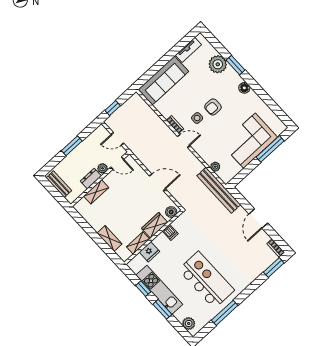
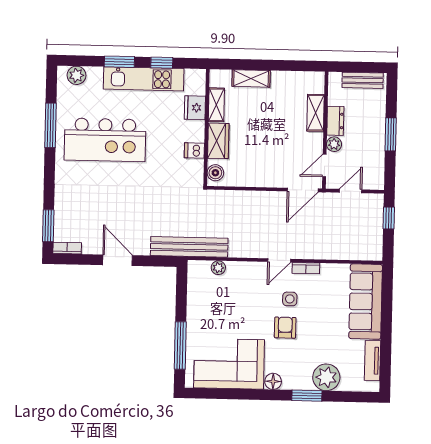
corner sofa: (249, 141) -> (229, 364), moved, turned -90
door: (158, 182) -> (303, 190), moved

